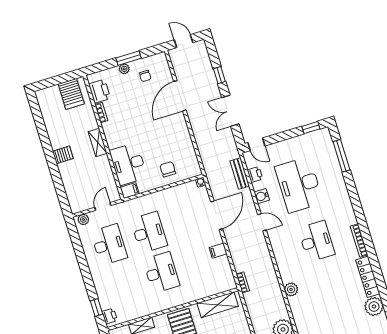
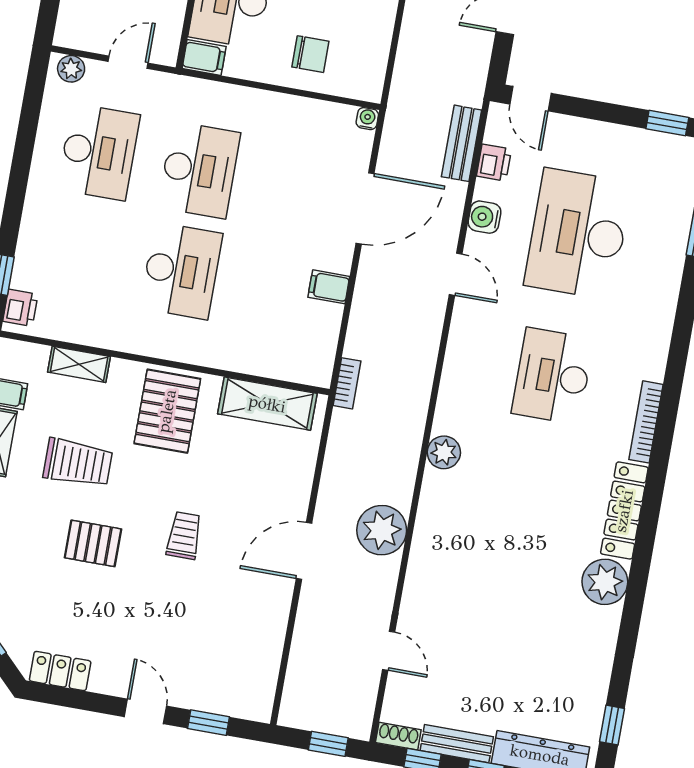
chair: (168, 169) -> (310, 54), turned 90
desk: (316, 241) -> (553, 376), turned 180

